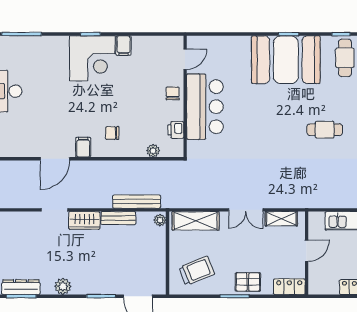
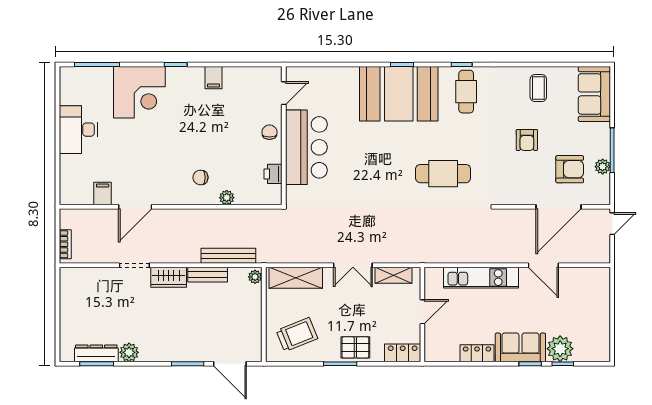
corner desk: (92, 58) -> (139, 92), moved
cafe table: (325, 130) -> (443, 174), width x1.37, depth x1.35
filing cabinet: (83, 147) -> (103, 194), moved
plant: (153, 151) -> (227, 198), moved
plant: (63, 286) -> (129, 352), moved

